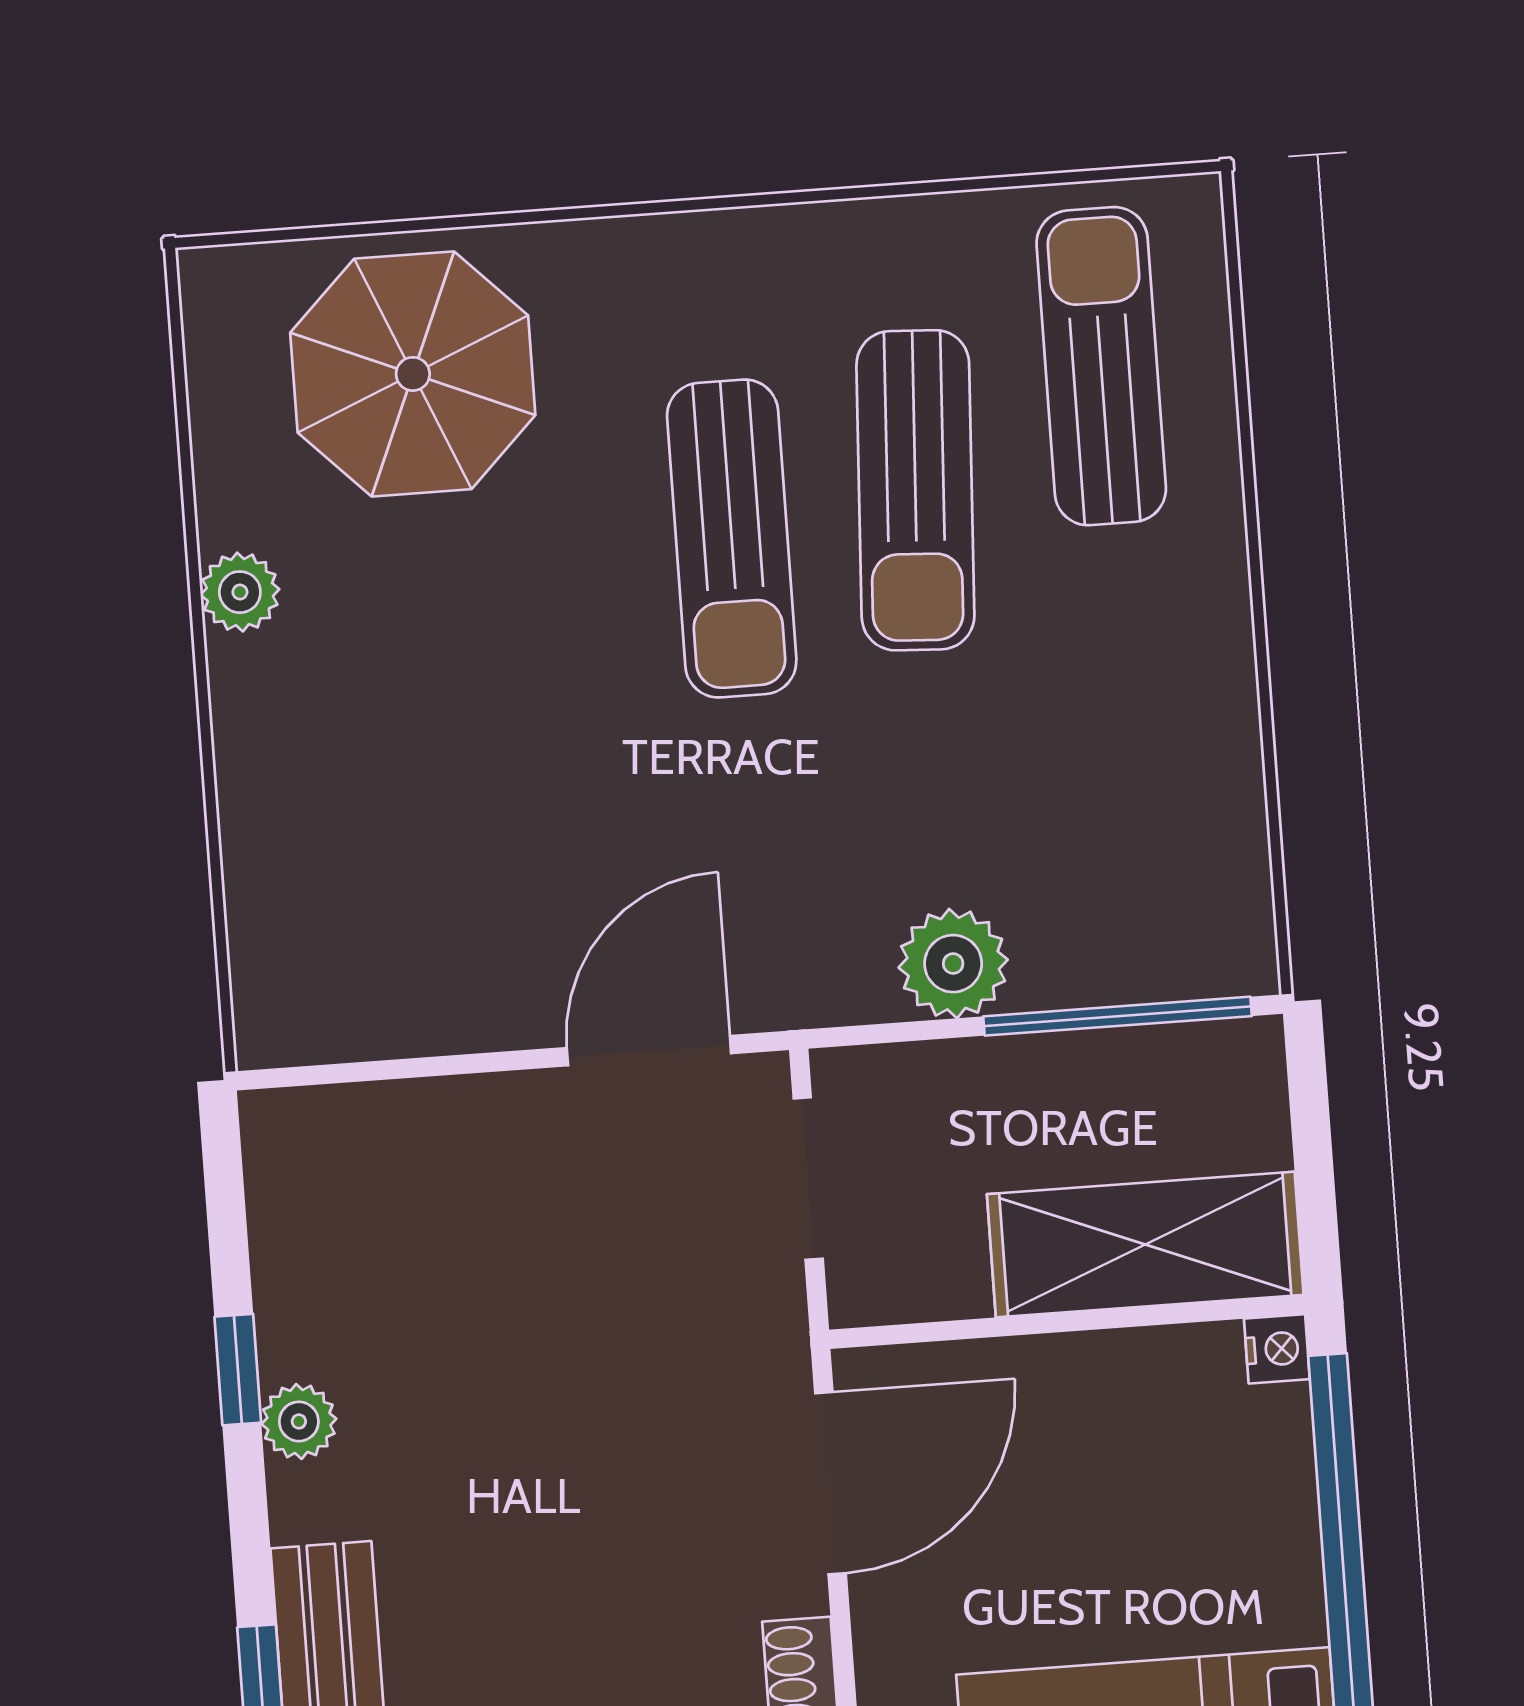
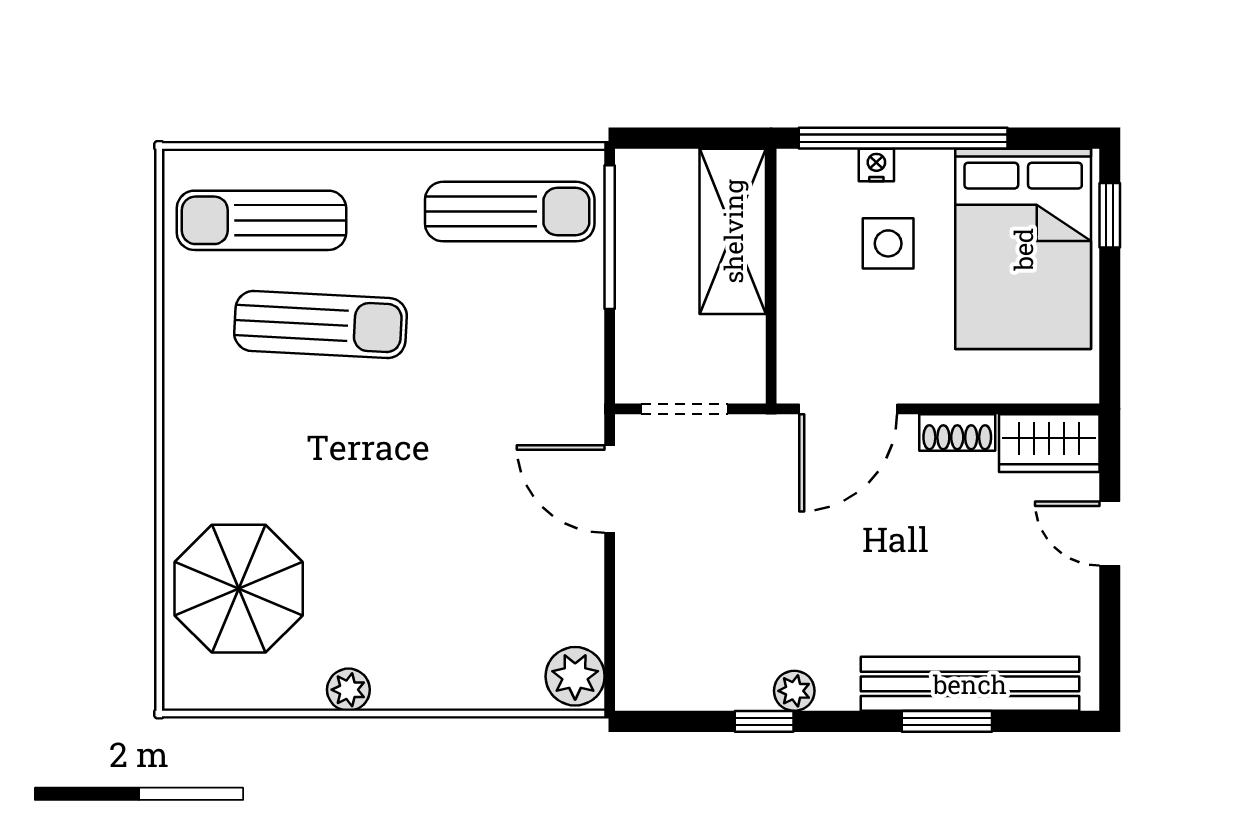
sun lounger: (732, 538) -> (510, 212), moved
plant: (953, 964) -> (575, 676), moved
nightstand: (1277, 1349) -> (876, 165), moved
door: (831, 1483) -> (848, 409), swing flipped
side table: (1144, 1535) -> (888, 243), added

